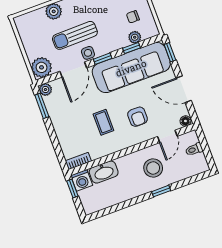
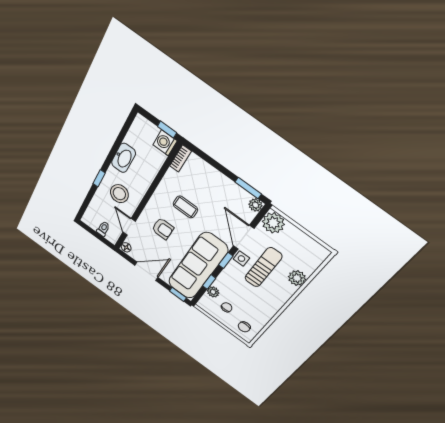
armchair: (138, 117) -> (163, 229), turned 180
washbasin: (104, 172) -> (123, 158), moved, turned 180

